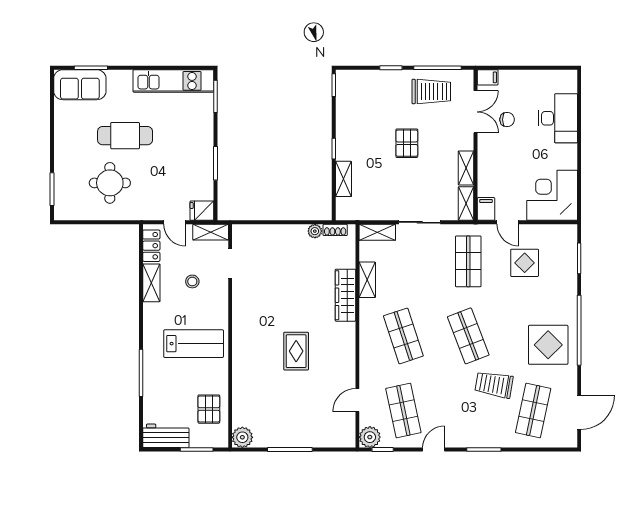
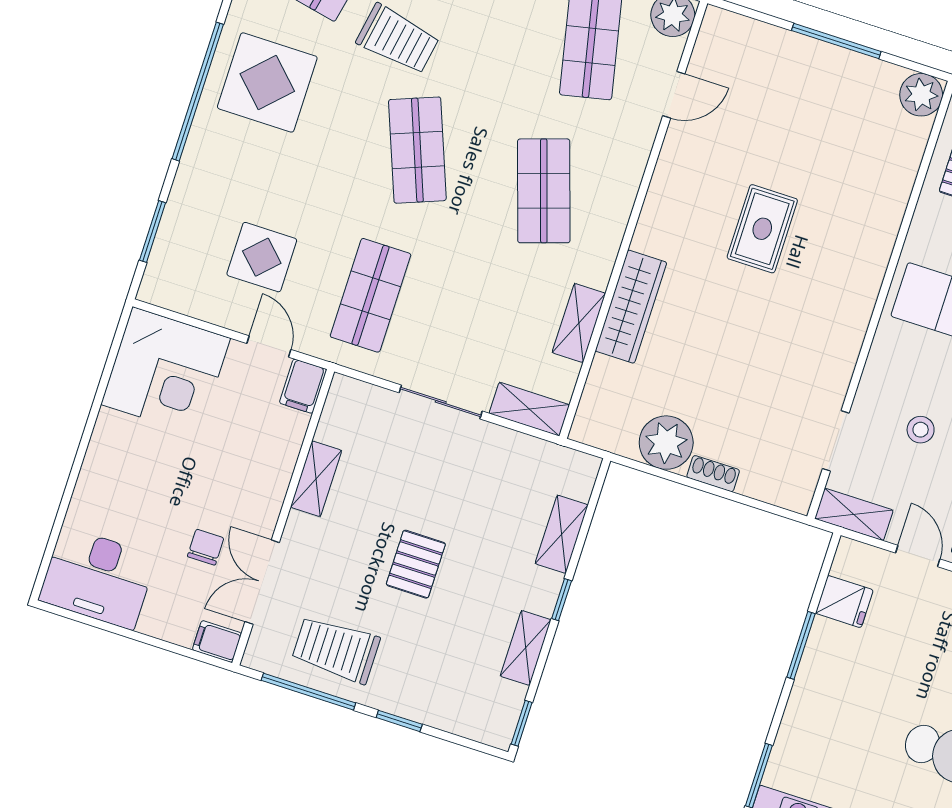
desk: (558, 118) -> (98, 578), moved, turned -90
chair: (507, 120) -> (206, 547), turned 90
shelving: (466, 203) -> (526, 648), moved
fridge: (202, 211) -> (844, 602), moved
shoe rack: (335, 230) -> (713, 474), moved
plant: (315, 231) -> (666, 443), width x1.88, depth x1.88

